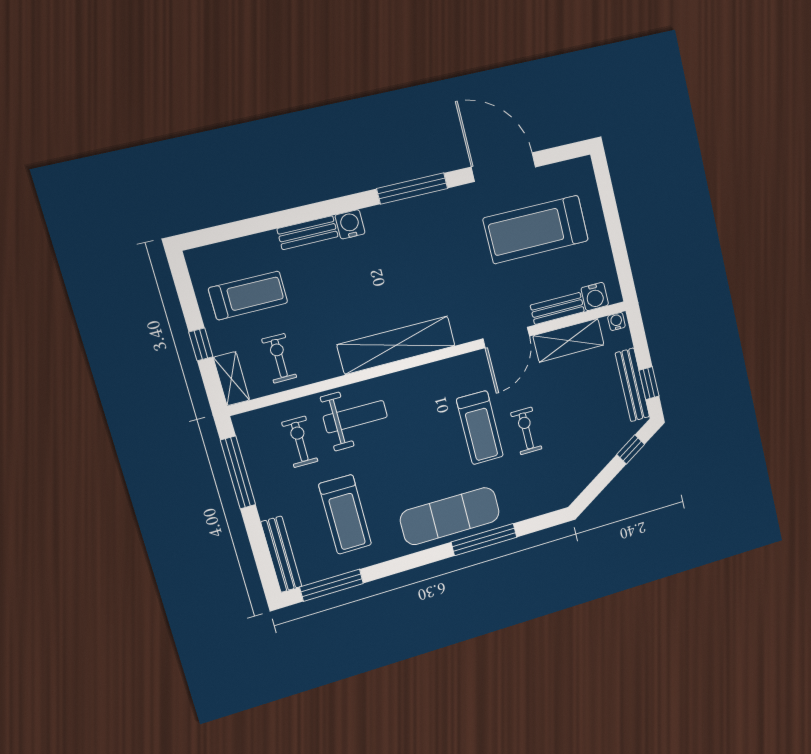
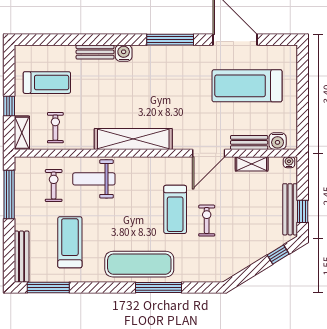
shelving: (569, 340) -> (252, 164), width x0.67, depth x0.75
weight bench: (355, 417) -> (94, 179), turned 180
treadmill: (345, 514) -> (70, 242), turned 180

